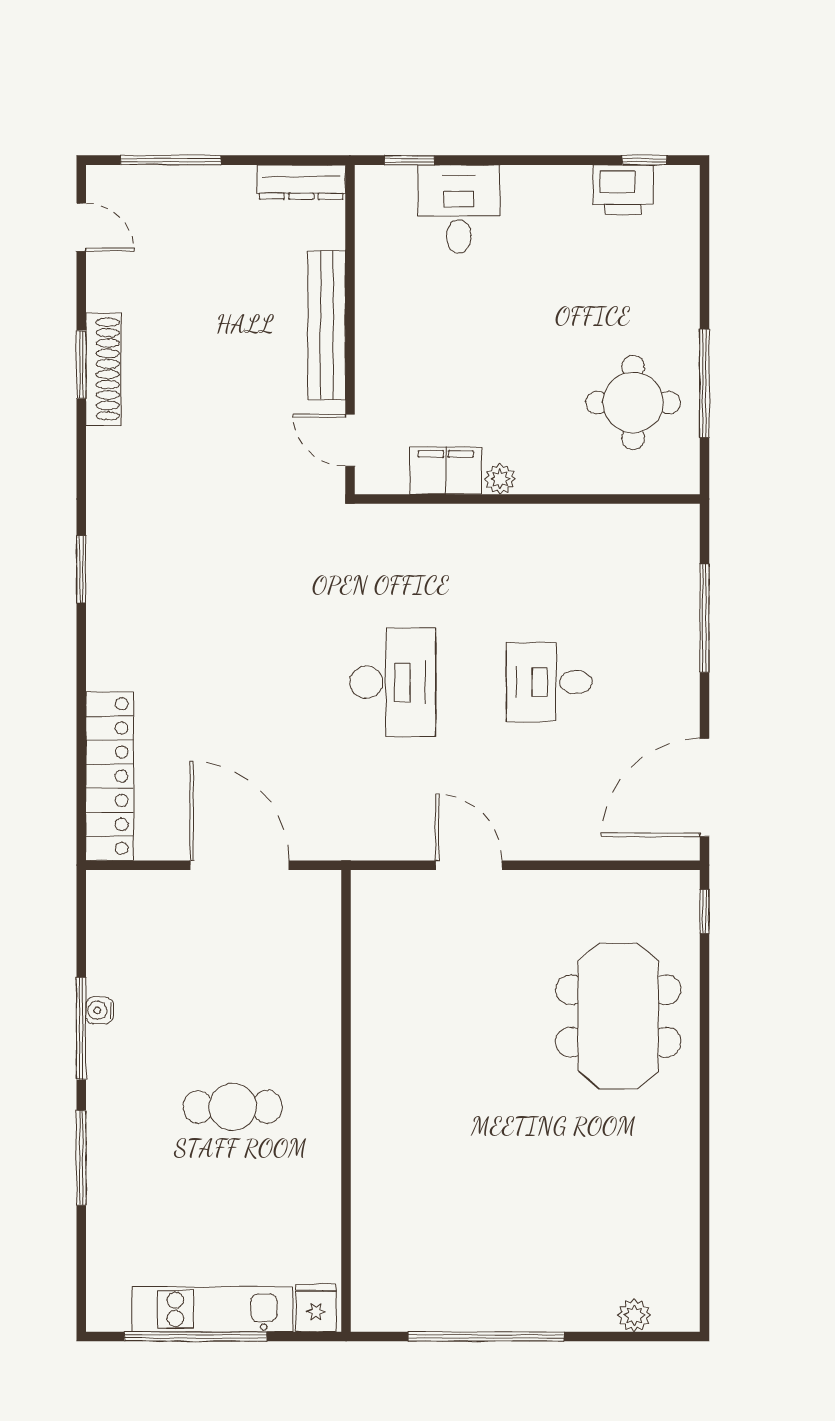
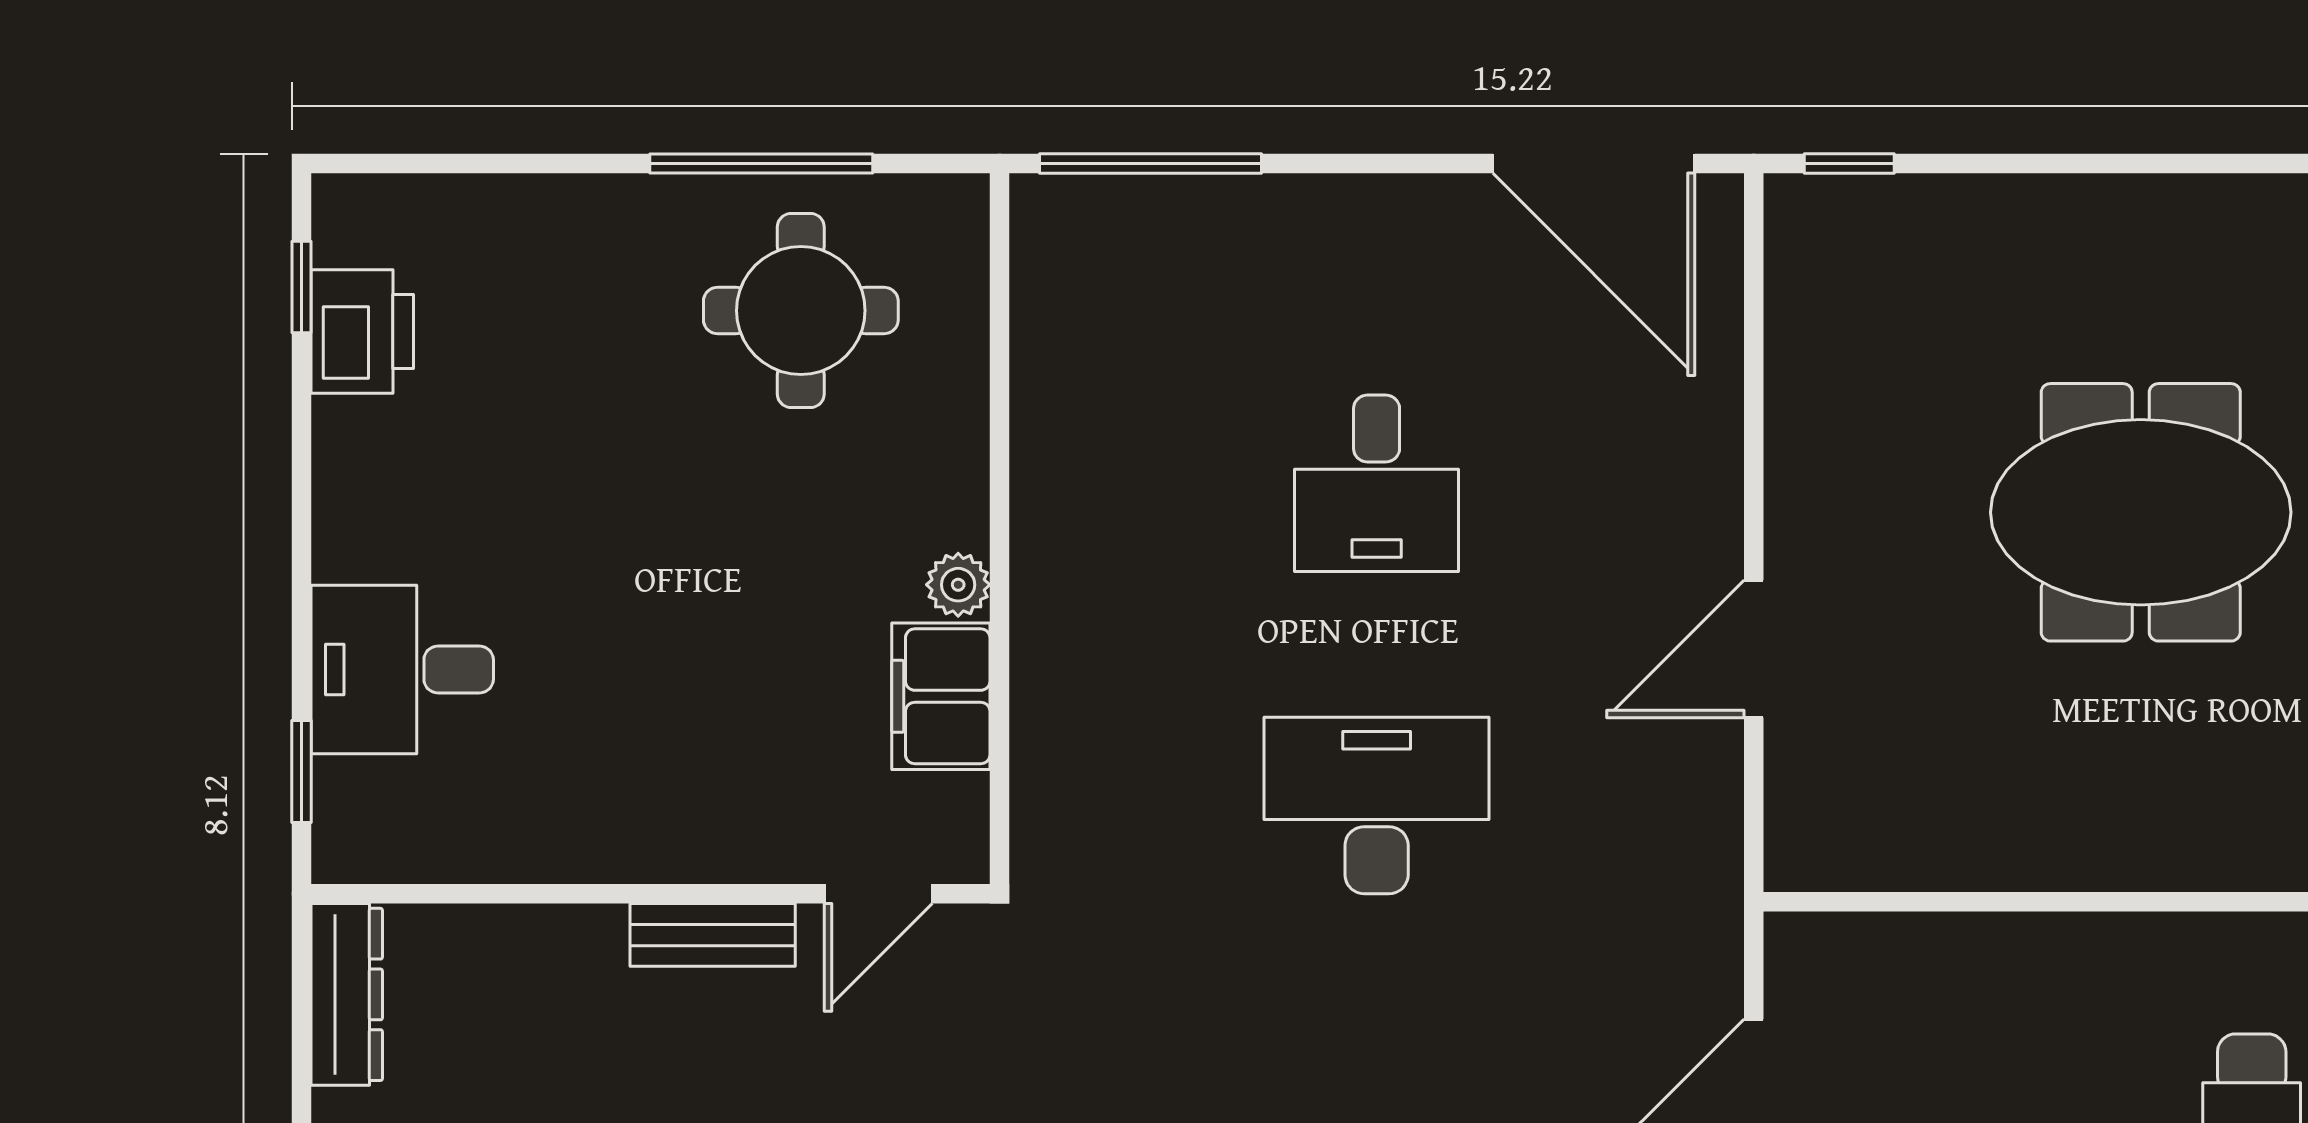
bench: (327, 325) -> (713, 935), width x0.54, depth x0.82
window: (704, 618) -> (1151, 164), moved
meeting table: (618, 1016) -> (2141, 512), moved

